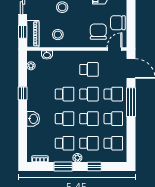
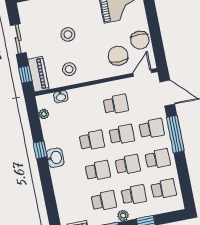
chair: (118, 23) -> (140, 40), turned -90
washbasin: (33, 119) -> (55, 158), moved

